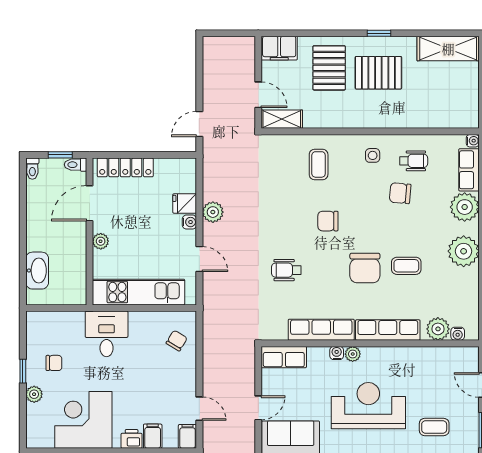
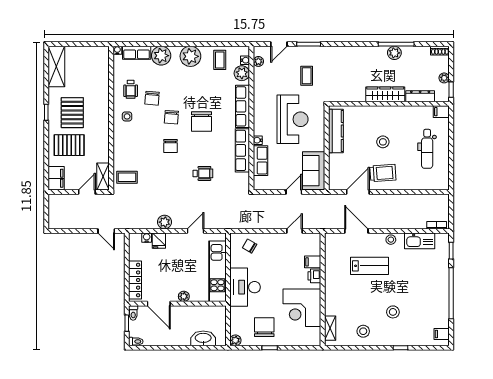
wheelchair: (414, 161) -> (131, 89), turned 180
coffee table: (319, 164) -> (127, 177), moved
water cooler: (189, 222) -> (147, 238), moved
chair: (371, 222) -> (171, 117), added
coffee table: (406, 266) -> (220, 60), moved
chair: (365, 268) -> (202, 122), turned 90
wheelchair: (286, 270) -> (203, 173), turned -90
desk: (107, 334) -> (245, 287), width x1.37
plant: (353, 354) -> (258, 61), moved
row of seats: (284, 357) -> (260, 161), moved
chair: (54, 363) -> (264, 327), width x1.87, depth x1.87
plant: (34, 394) -> (235, 340), moved
reception desk: (368, 406) -> (293, 119), turned 180
door: (258, 408) -> (294, 192), hinge flipped
filing cabinet: (187, 436) -> (313, 239), removed

